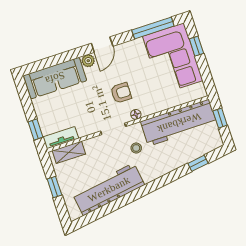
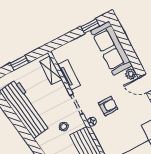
armchair: (121, 93) -> (108, 106), turned -90
window: (35, 129) -> (90, 26), moved
tv unit: (61, 138) -> (69, 75), moved

